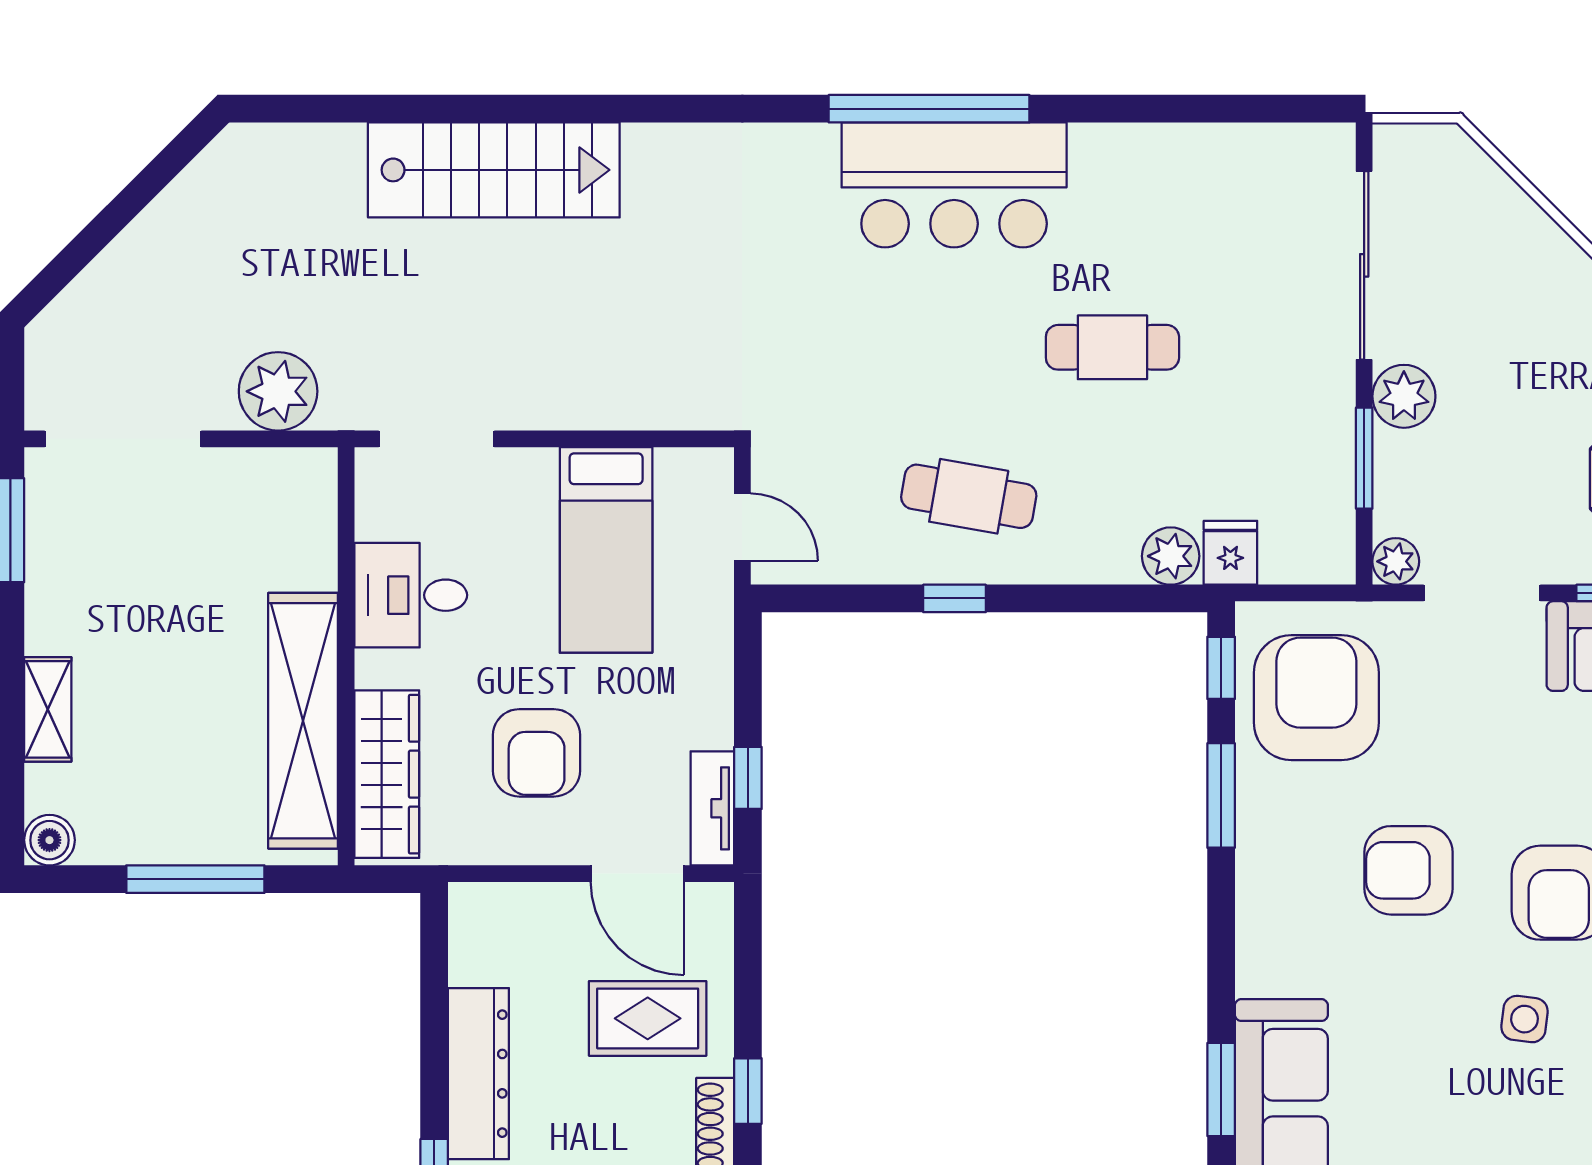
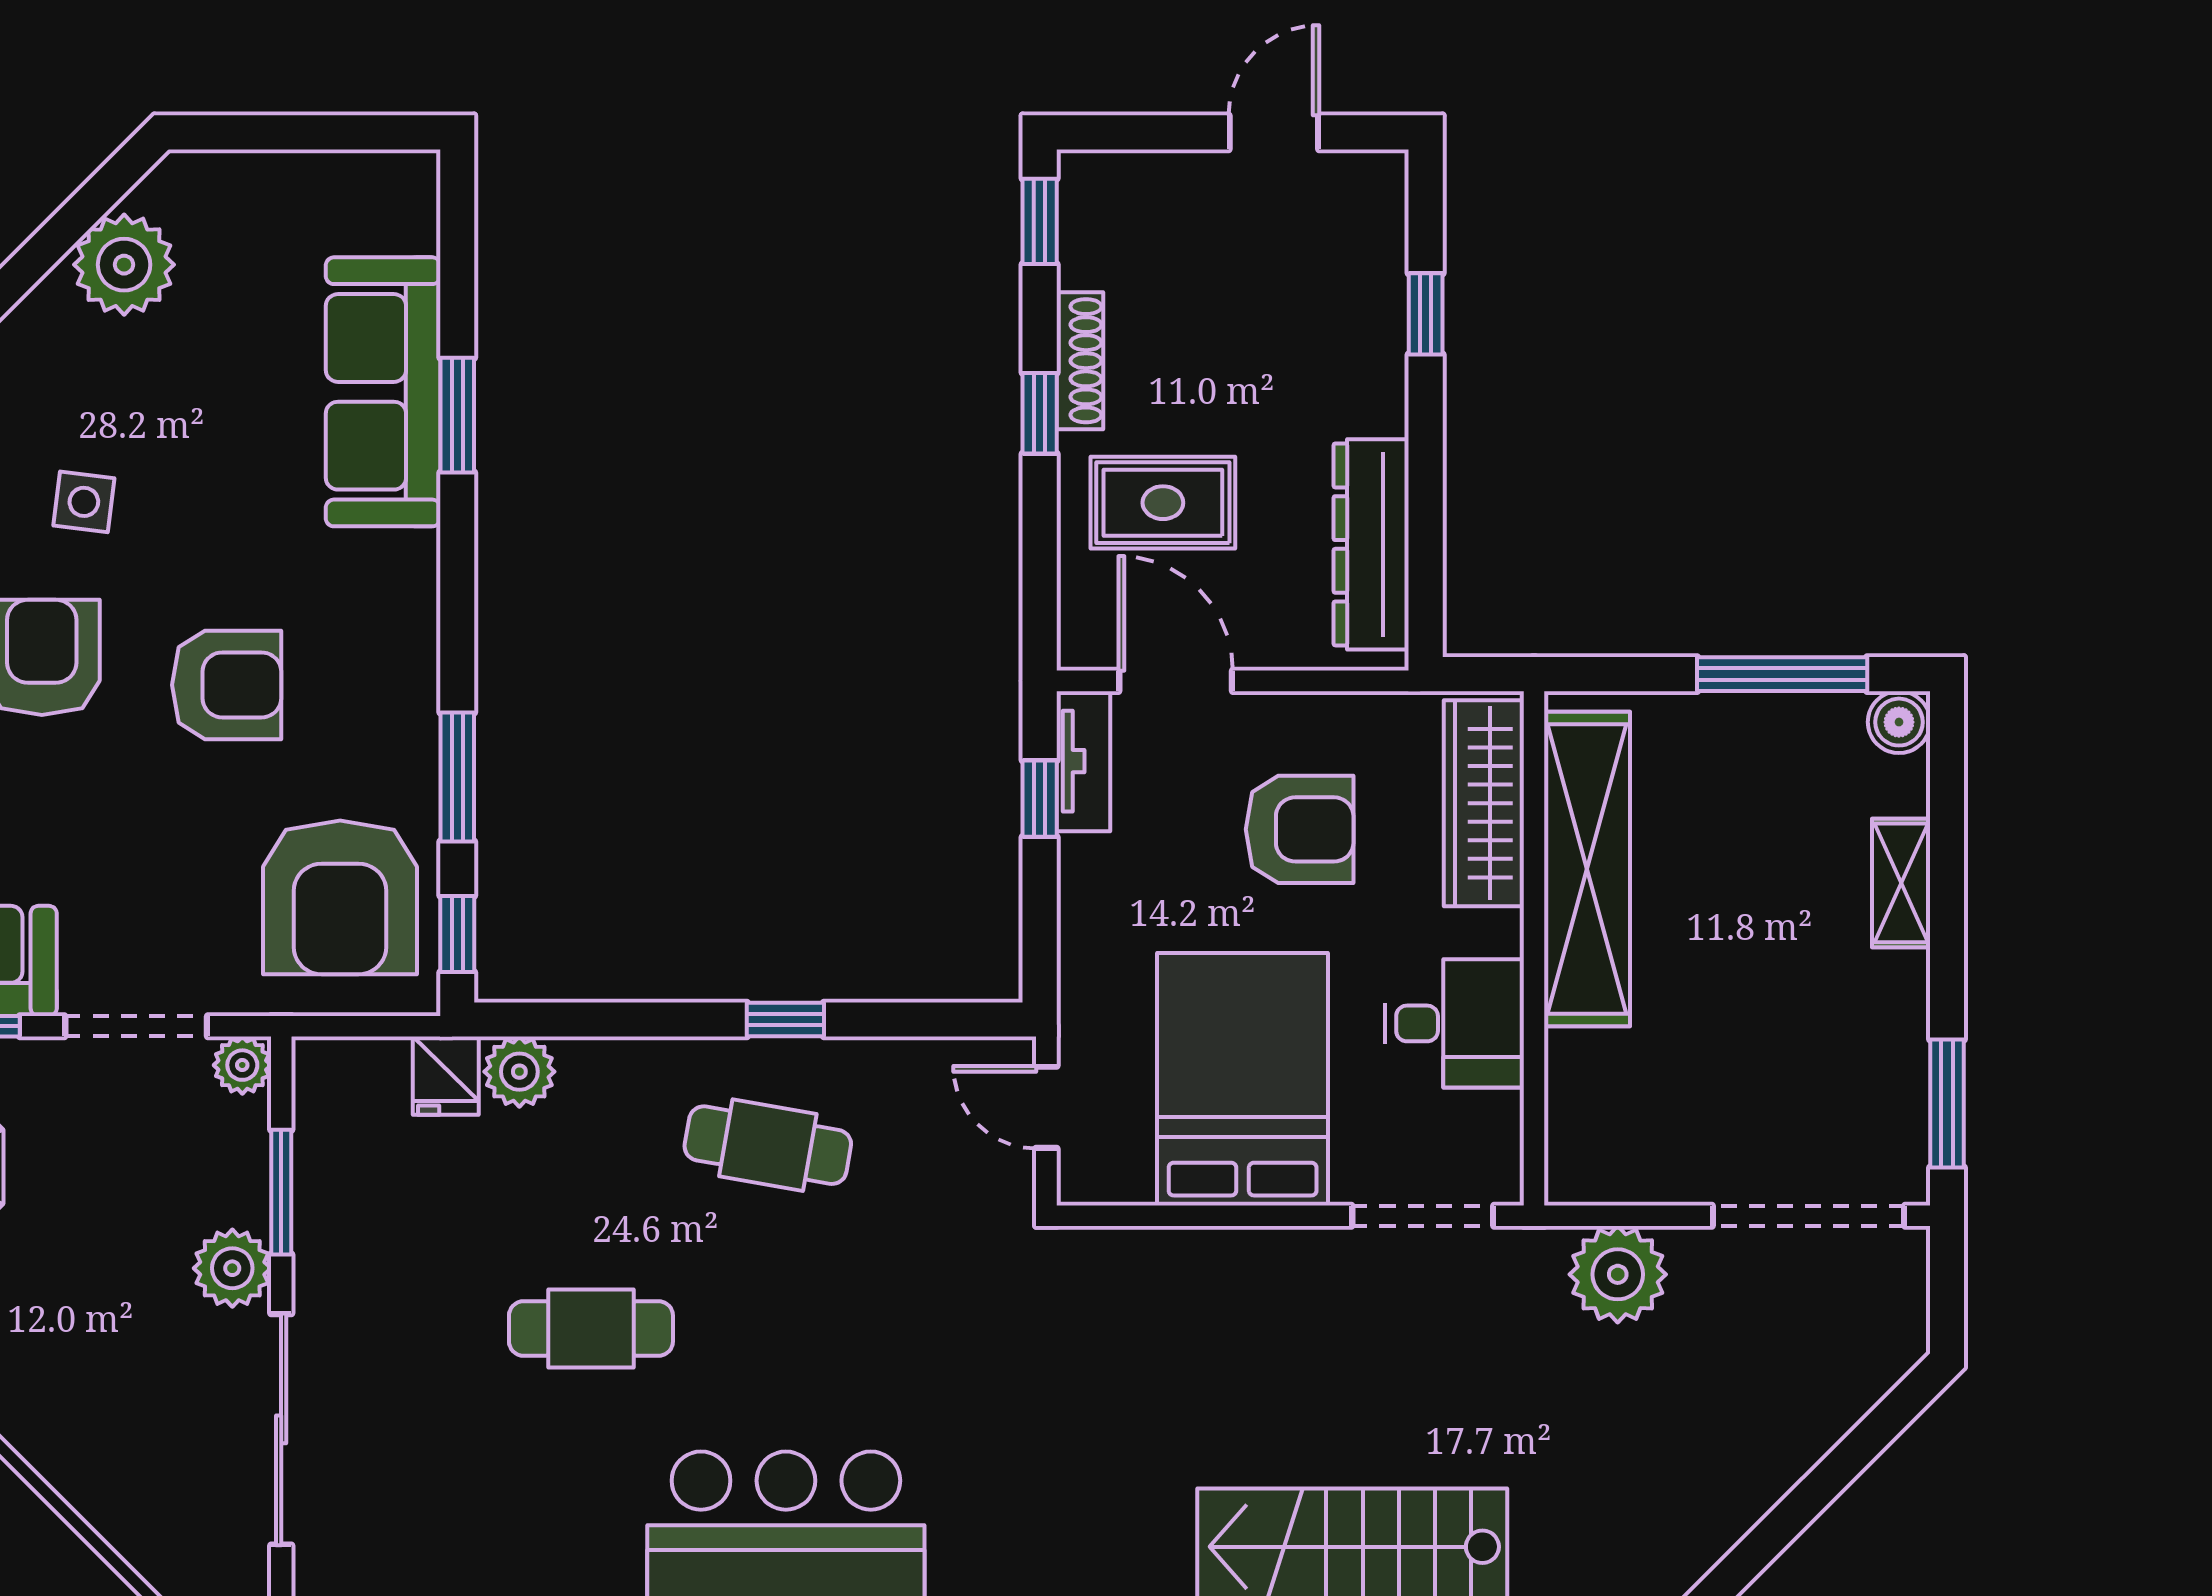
bed: (606, 550) -> (1243, 1079), width x1.50
armchair: (537, 753) -> (1300, 829), turned 90
window: (195, 879) -> (1782, 674), moved
dresser: (478, 1074) -> (1371, 544), moved

